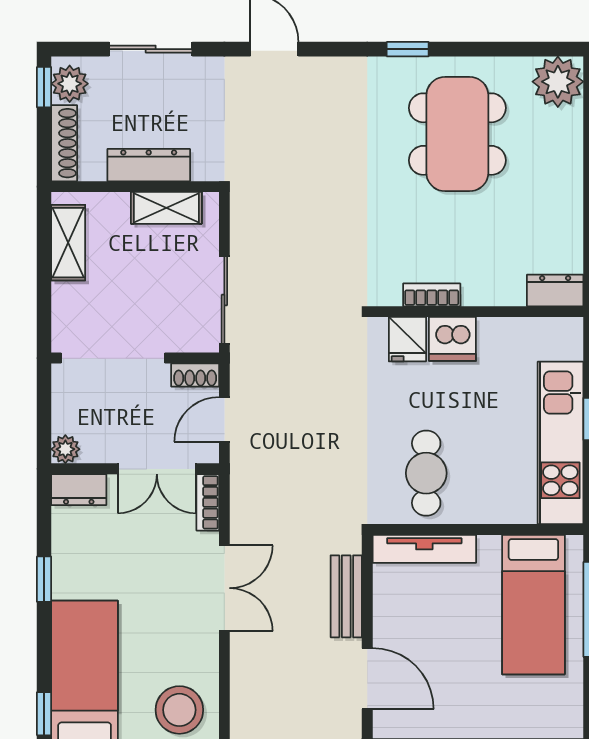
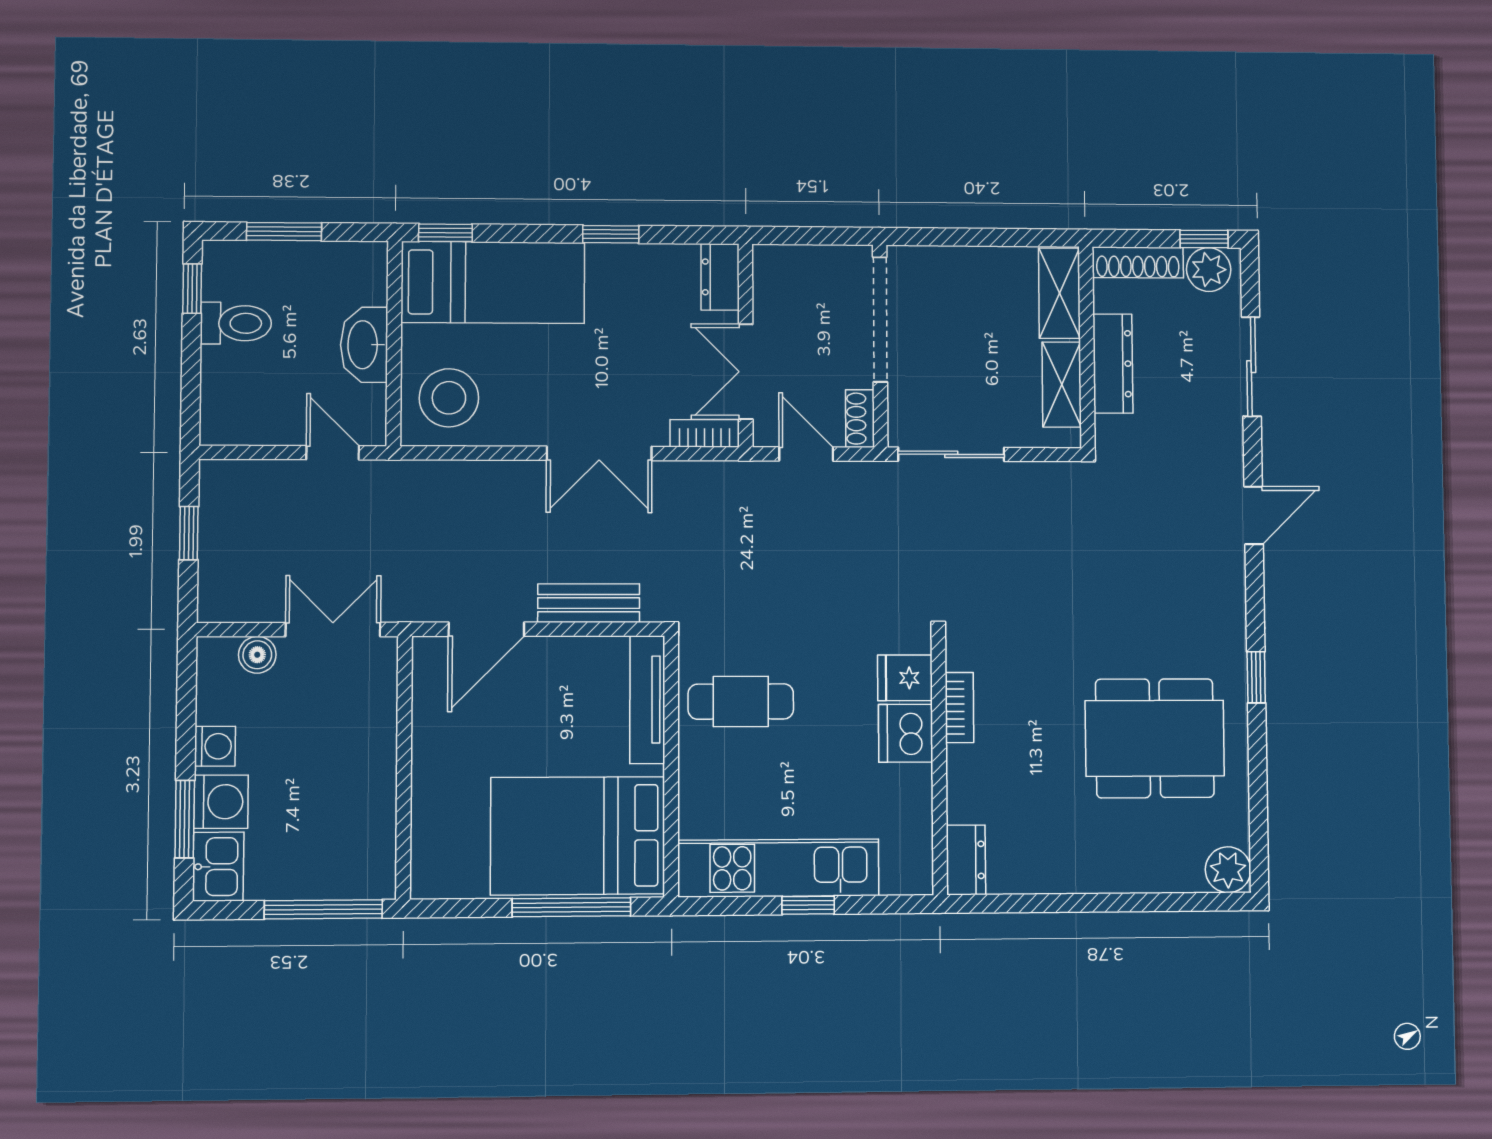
plant: (558, 82) -> (1228, 870), width x0.73, depth x0.73
shelving: (68, 243) -> (1059, 293), moved, turned 90
plant: (65, 449) -> (769, 261), removed
bed: (533, 605) -> (578, 836), width x1.50

